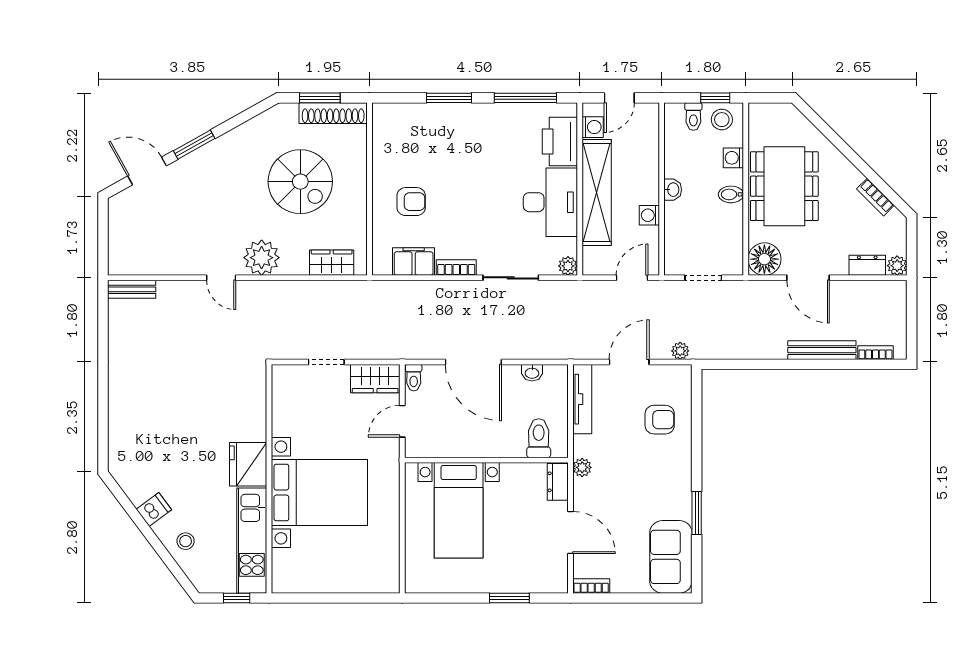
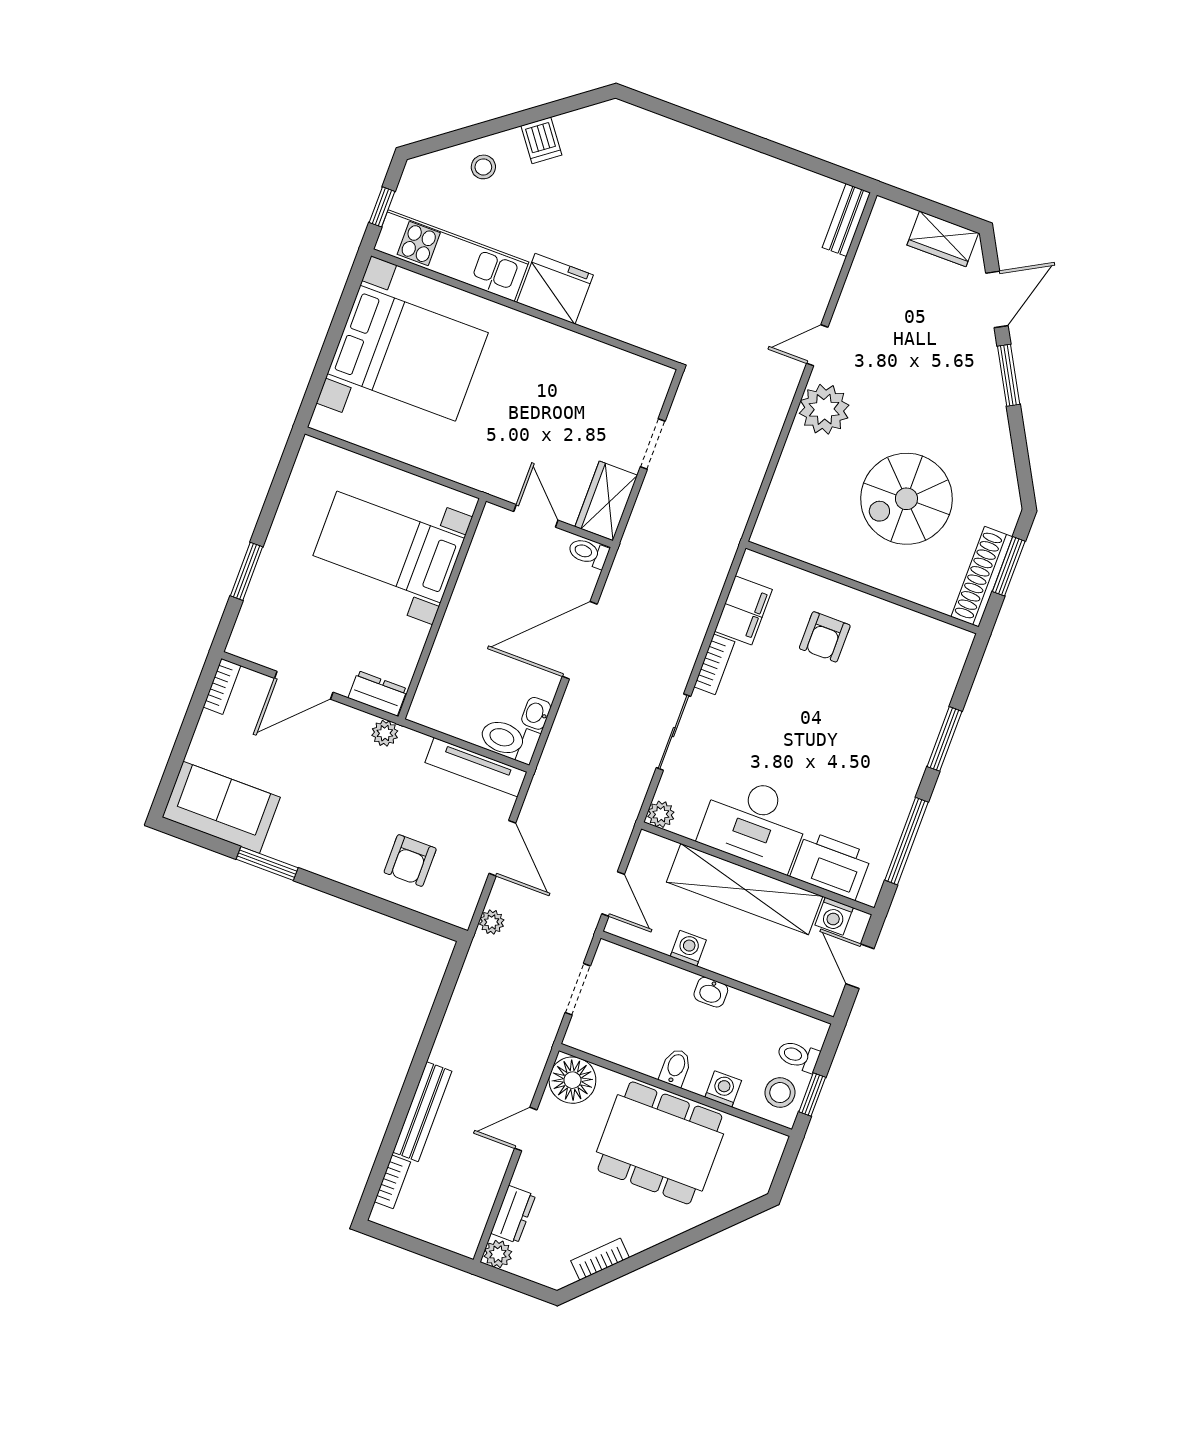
wardrobe: (332, 263) -> (943, 239), moved, turned 90
door: (808, 278) -> (526, 1129), width x0.73
toilet: (539, 438) -> (509, 740), moved, turned 180
bed with nightstands: (319, 493) -> (408, 353), moved, turned -90

